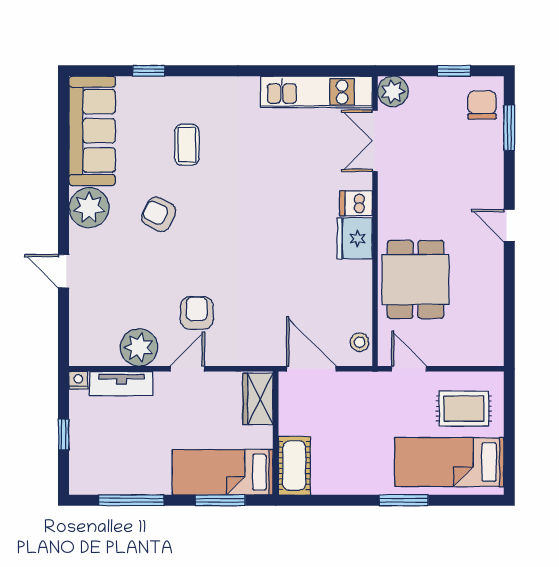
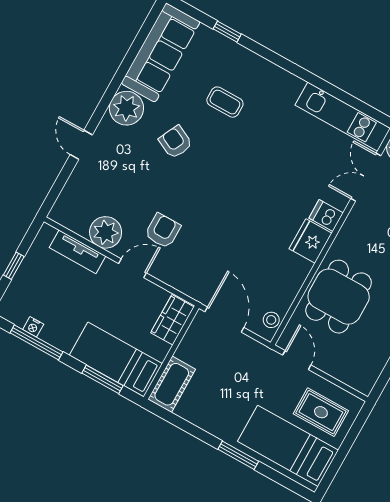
coffee table: (187, 145) -> (225, 102), turned 90
nightstand: (78, 380) -> (33, 327), moved, turned 180

